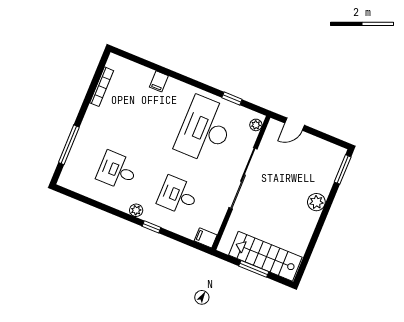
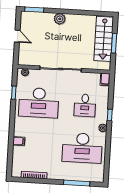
door: (295, 124) -> (17, 36), moved
desk: (117, 171) -> (82, 148), width x1.87, depth x1.30

